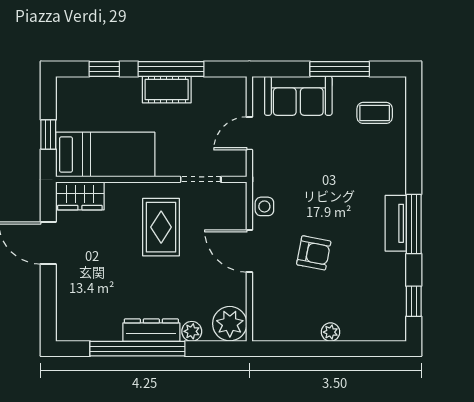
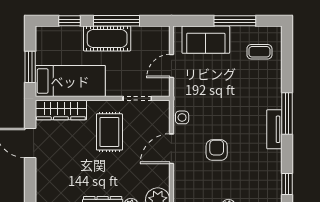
cot: (167, 90) -> (107, 39), width x1.37, depth x1.34
window: (48, 135) -> (30, 67), width x1.50
wardrobe: (80, 196) -> (61, 110), width x1.50
window: (414, 224) -> (287, 114), moved
door: (249, 251) -> (171, 149), hinge flipped
armchair: (314, 253) -> (217, 150), turned -101

